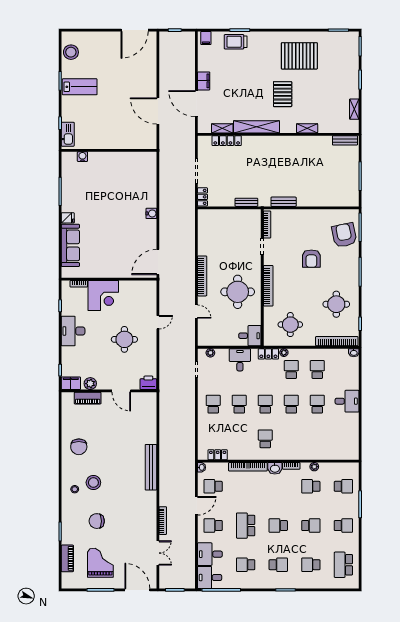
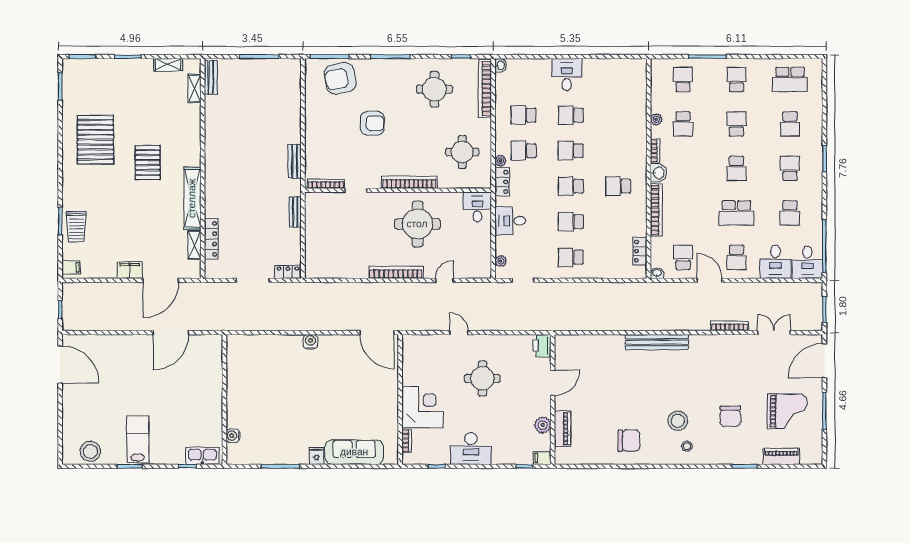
pallet: (283, 94) -> (148, 163), turned 90
shelving: (307, 128) -> (194, 89), moved
filing cabinet: (71, 383) -> (542, 458), width x0.50
school desk: (213, 486) -> (683, 257), turned 180
grand piano: (100, 563) -> (787, 411), turned 180

